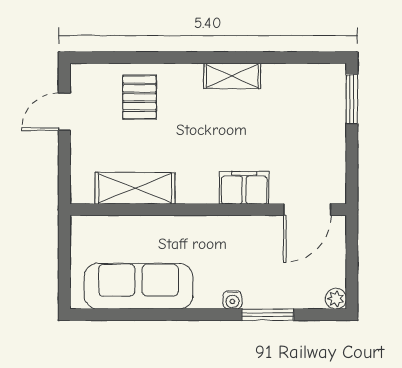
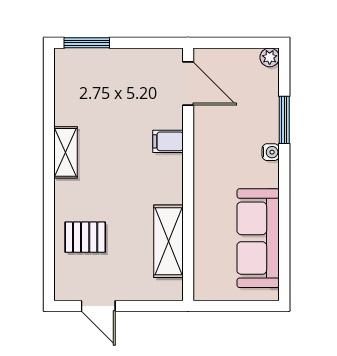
filing cabinet: (244, 188) -> (168, 141), width x0.50

